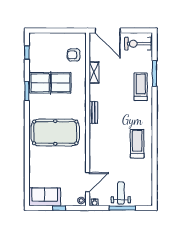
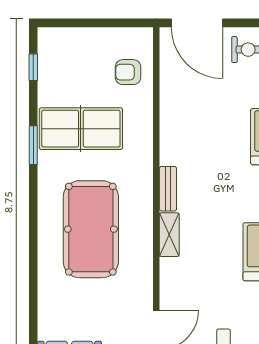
shelving: (94, 72) -> (169, 235), moved
pool table: (55, 132) -> (91, 229), turned 90

